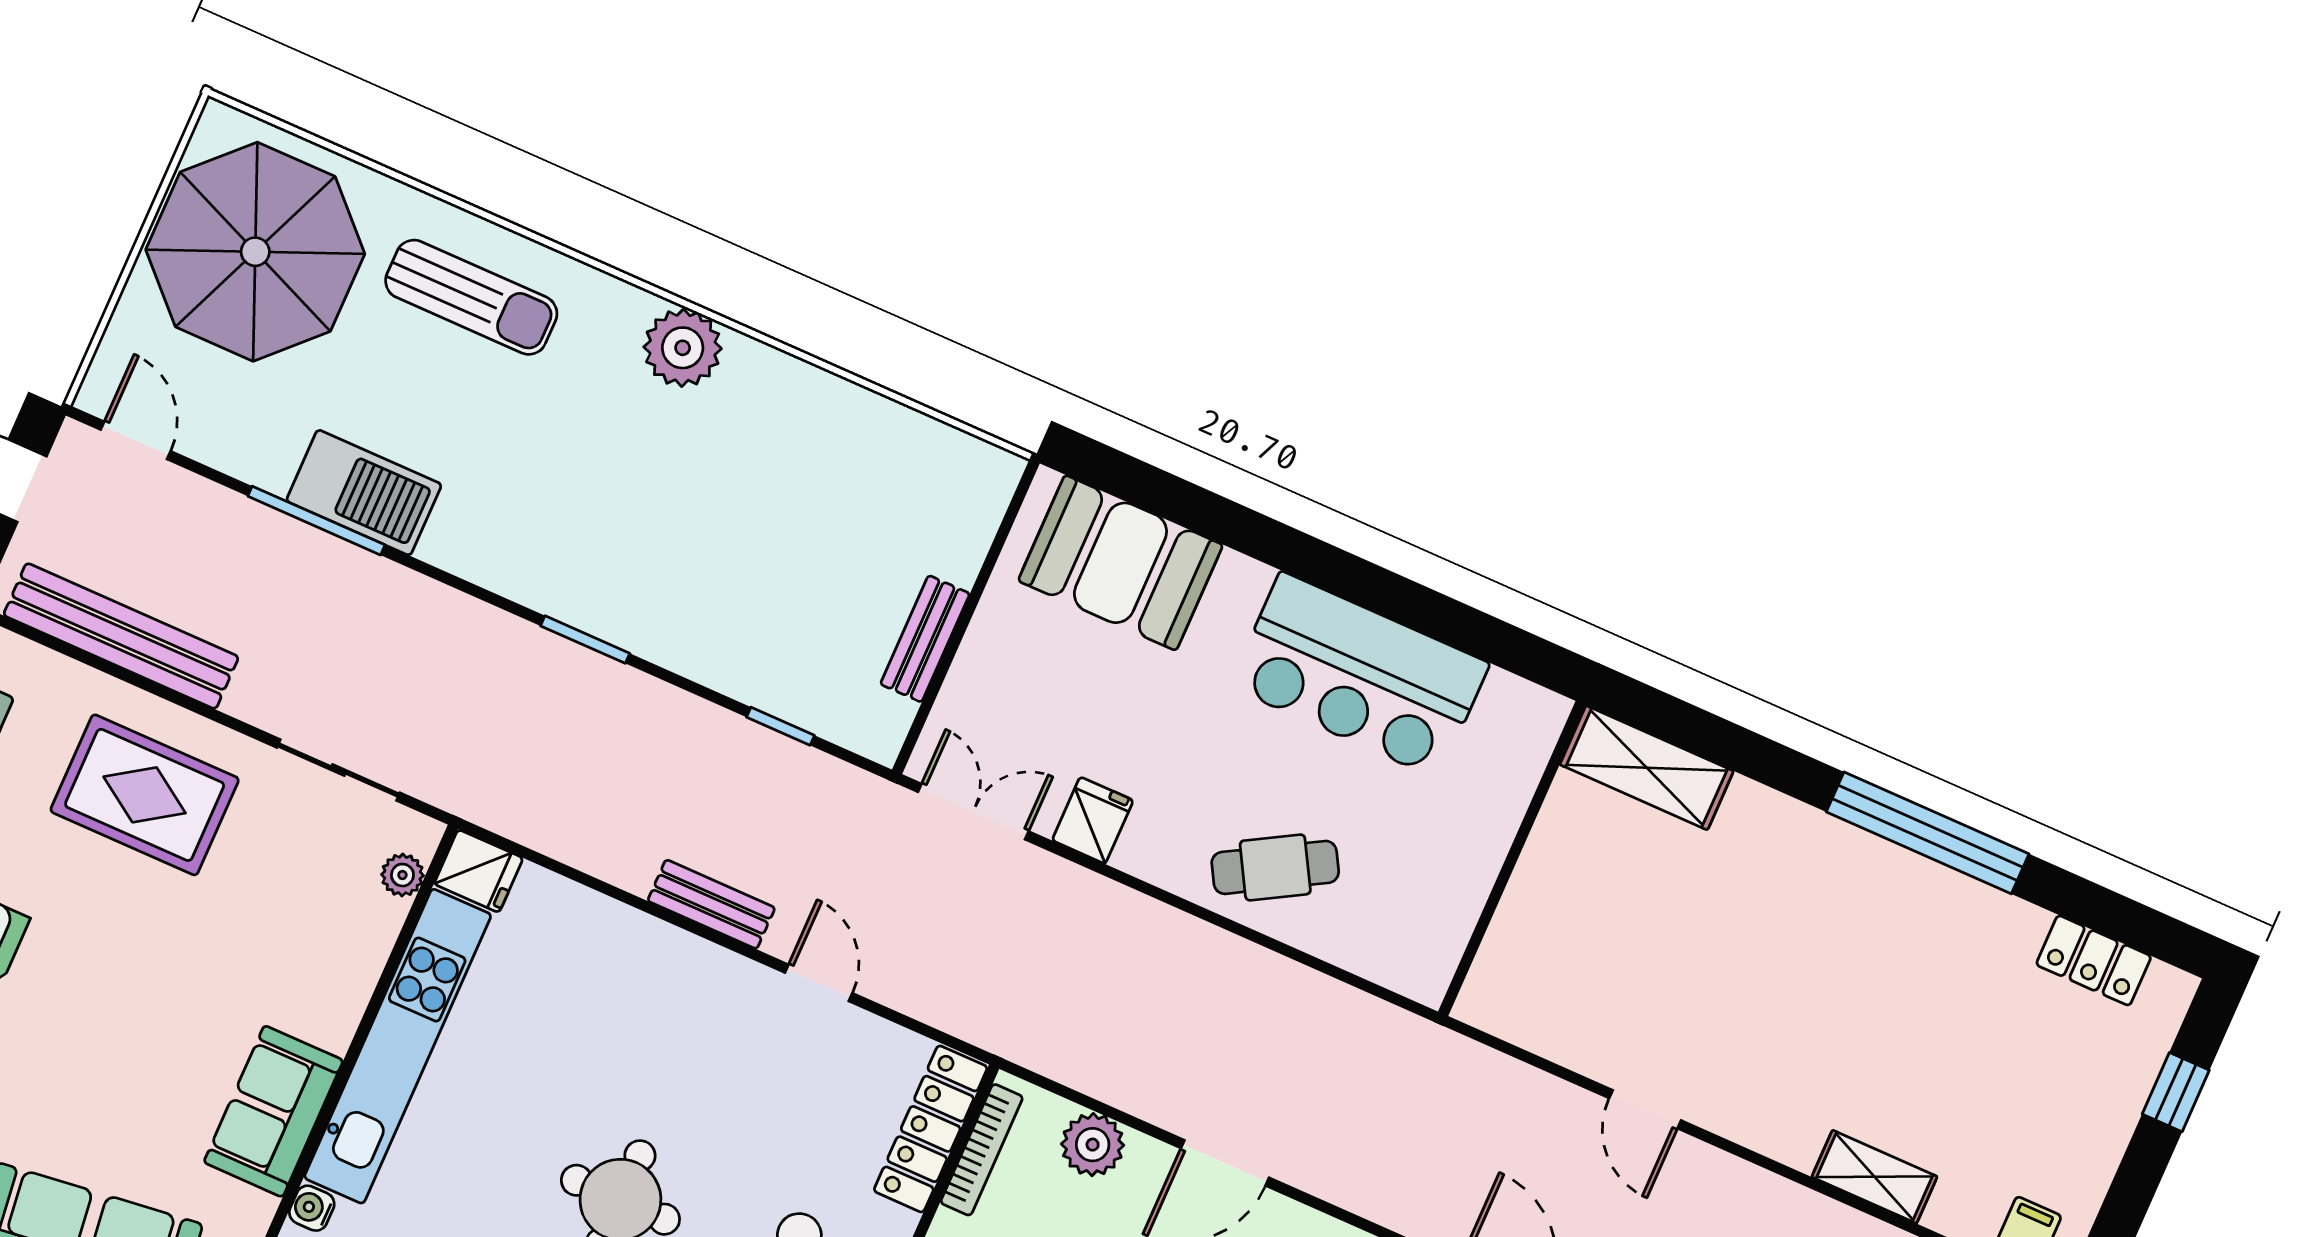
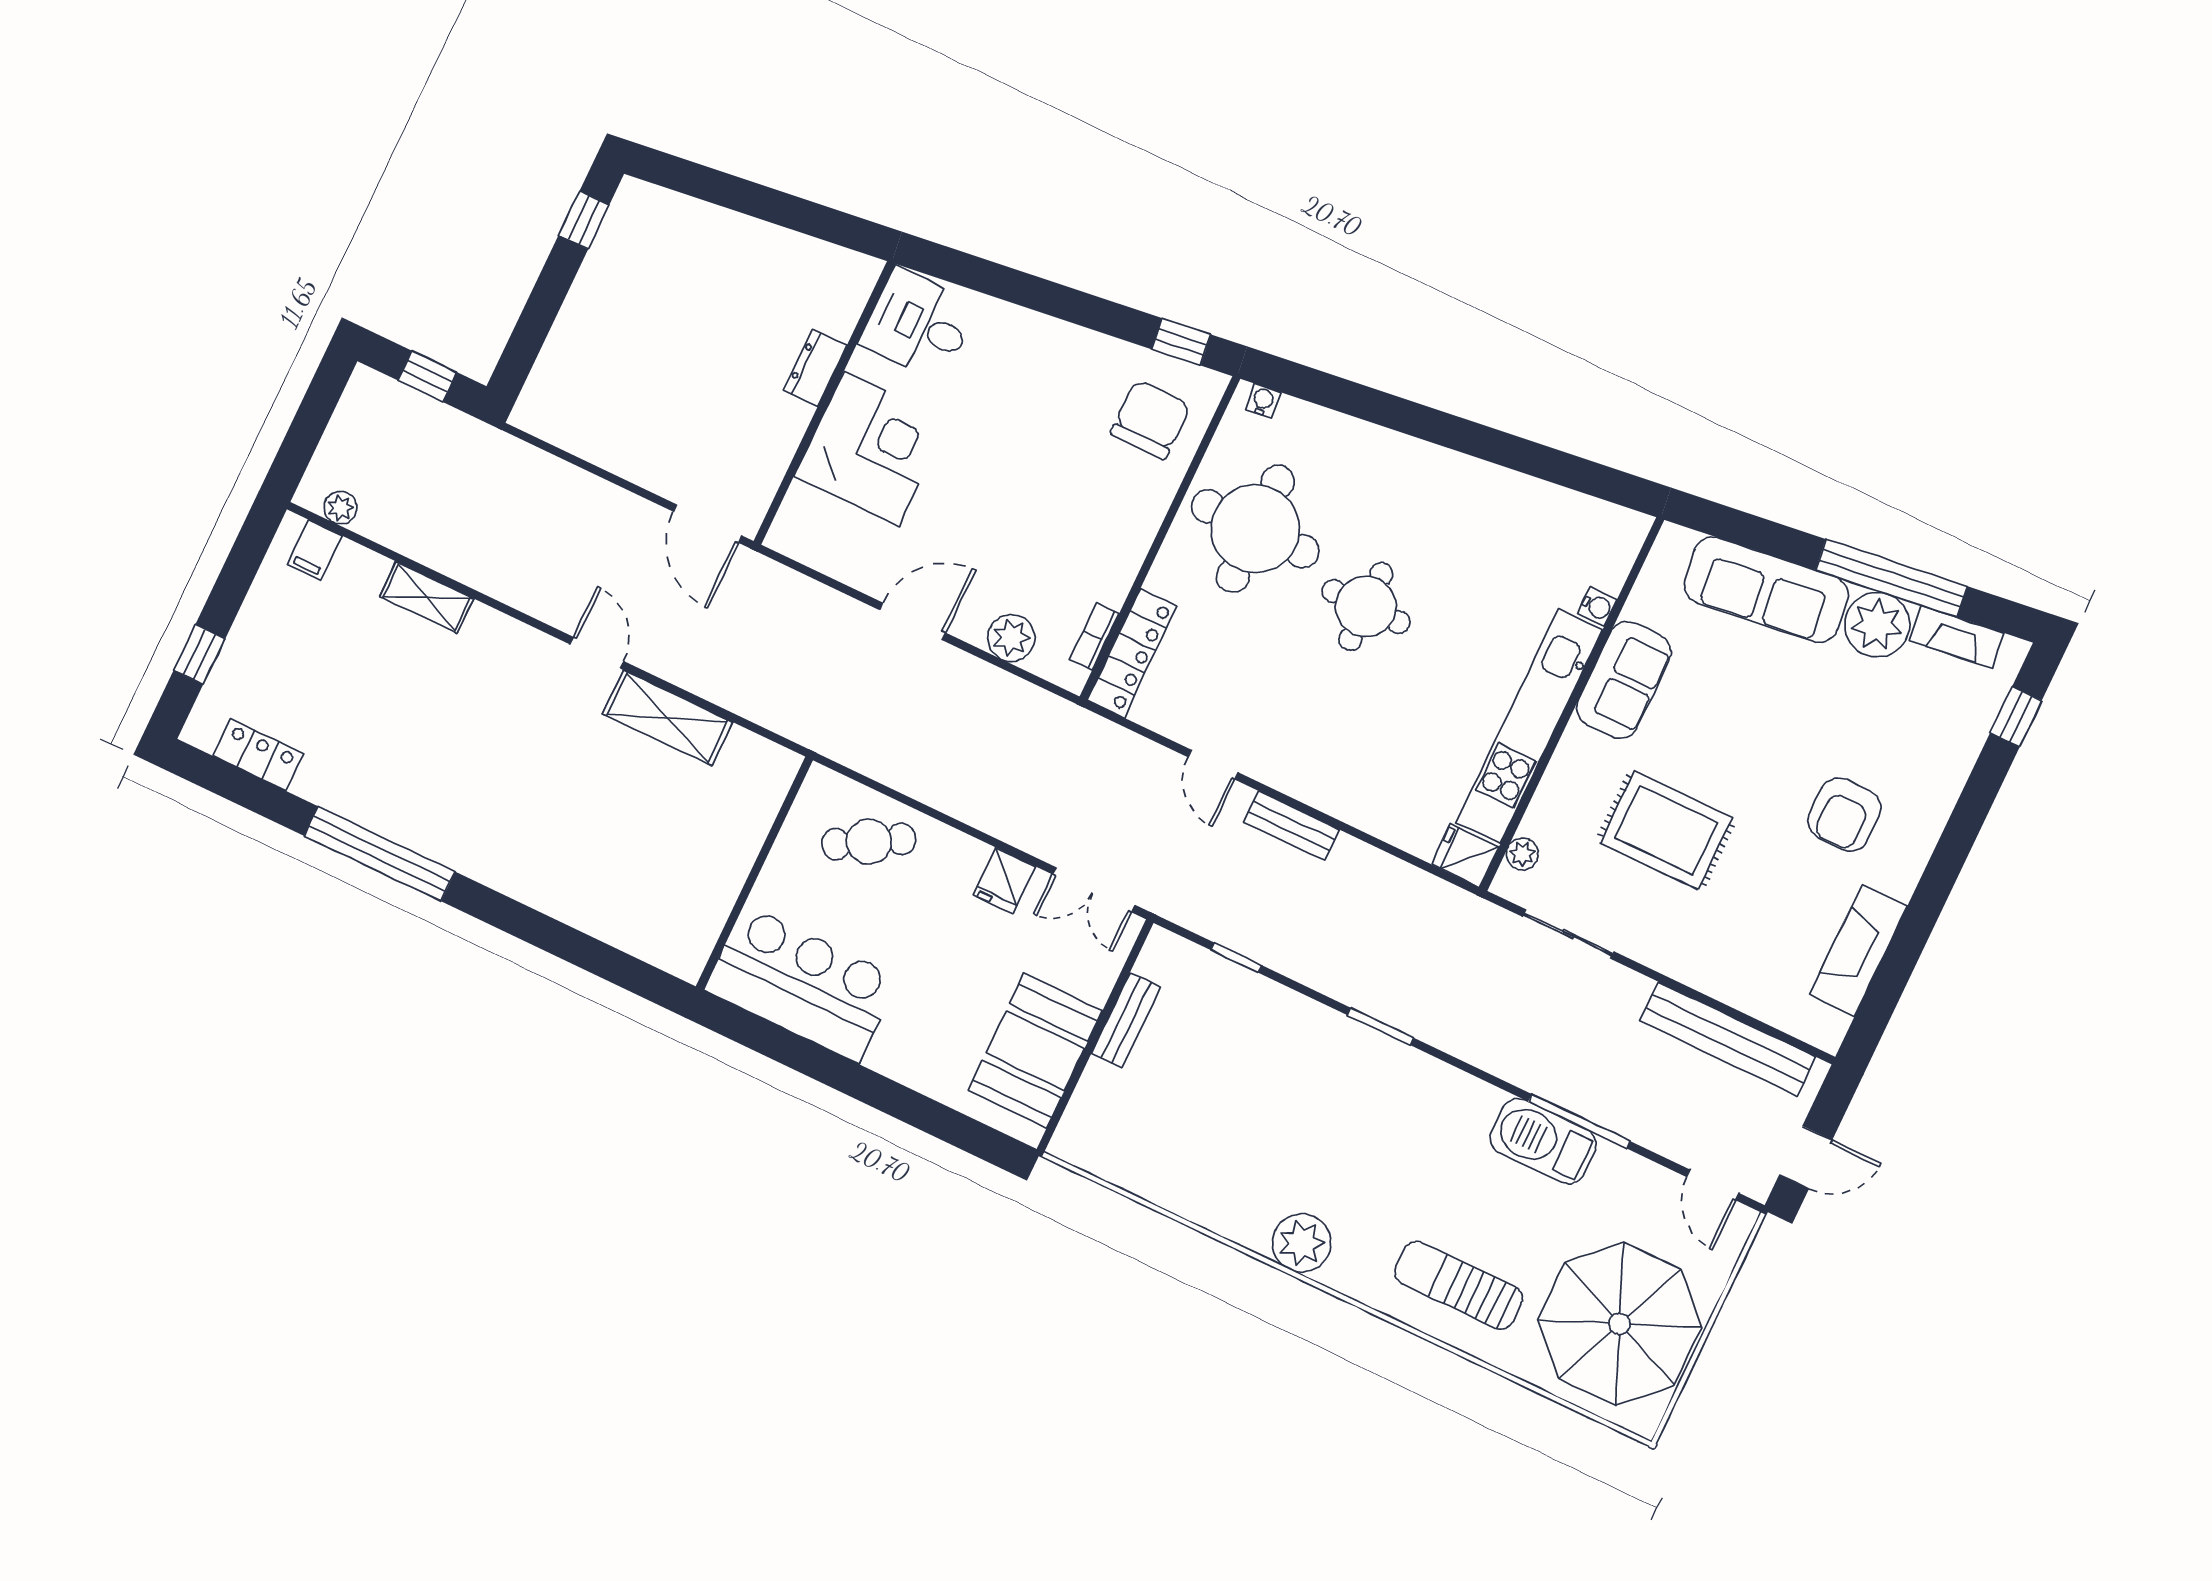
booth: (1120, 563) -> (1035, 1051), moved, turned 90
shelving: (1647, 768) -> (668, 718), moved
rug: (145, 795) -> (1666, 830), moved
wall: (1512, 859) -> (754, 873), moved
bookcase: (982, 1150) -> (1094, 636), width x0.64

